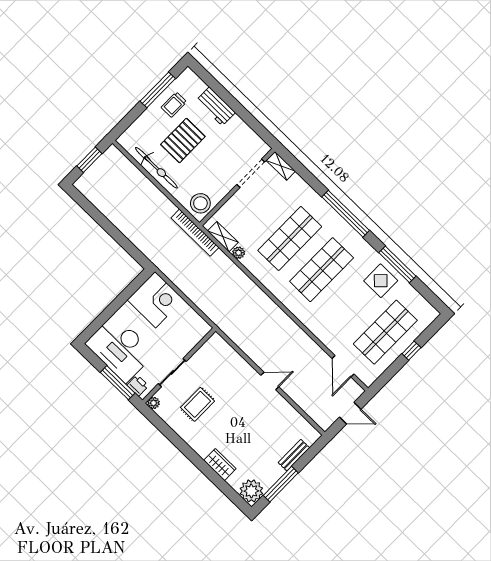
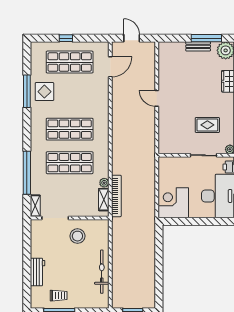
pallet: (183, 140) -> (73, 272), removed
stool: (200, 203) -> (77, 236), moved
window: (346, 214) -> (27, 173), moved
bookcase: (195, 233) -> (116, 196), moved
bench: (294, 455) -> (198, 46), moved

